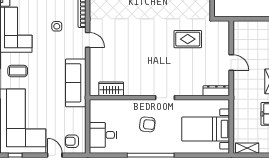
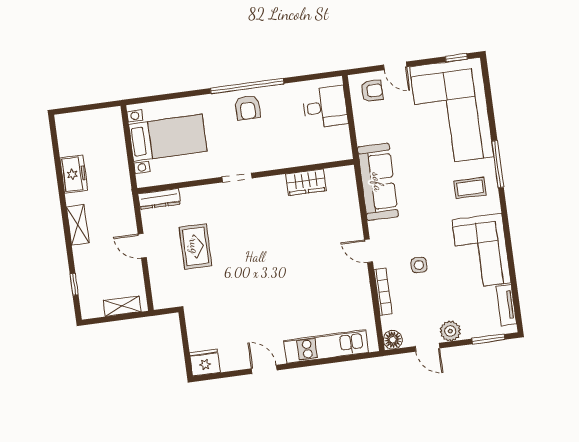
rug: (188, 39) -> (195, 246), moved, turned 90
wardrobe: (111, 89) -> (306, 182), moved
armchair: (147, 124) -> (247, 108), moved, turned -96
shelving: (247, 148) -> (122, 306), moved

